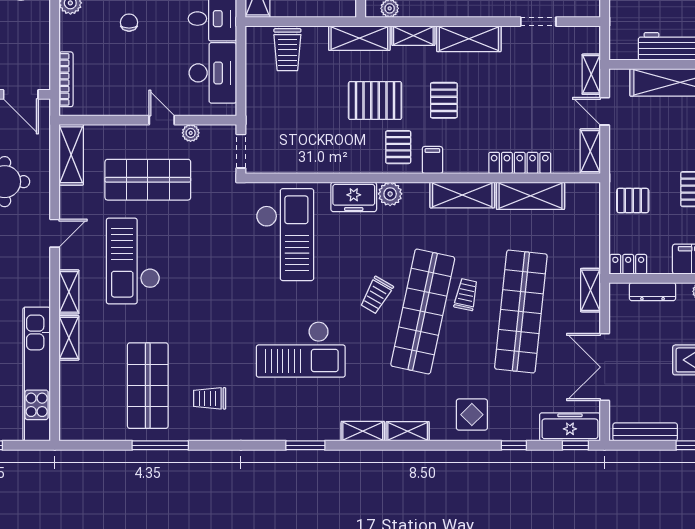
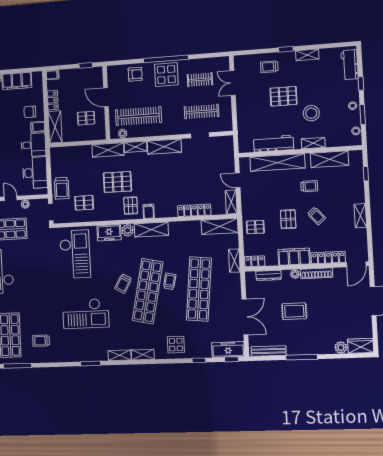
trolley: (287, 50) -> (62, 188), moved
shelving: (591, 74) -> (230, 161), removed
pallet: (444, 100) -> (84, 203), moved, turned 90
shelving: (462, 195) -> (151, 230), moved
shelving: (530, 196) -> (220, 226), moved
shelving: (590, 290) -> (234, 261), moved
double door: (605, 367) -> (245, 317), swing flipped

